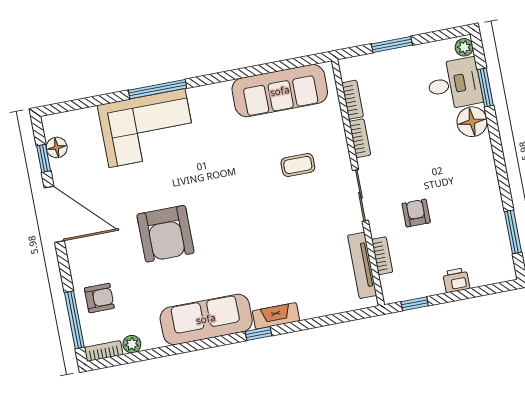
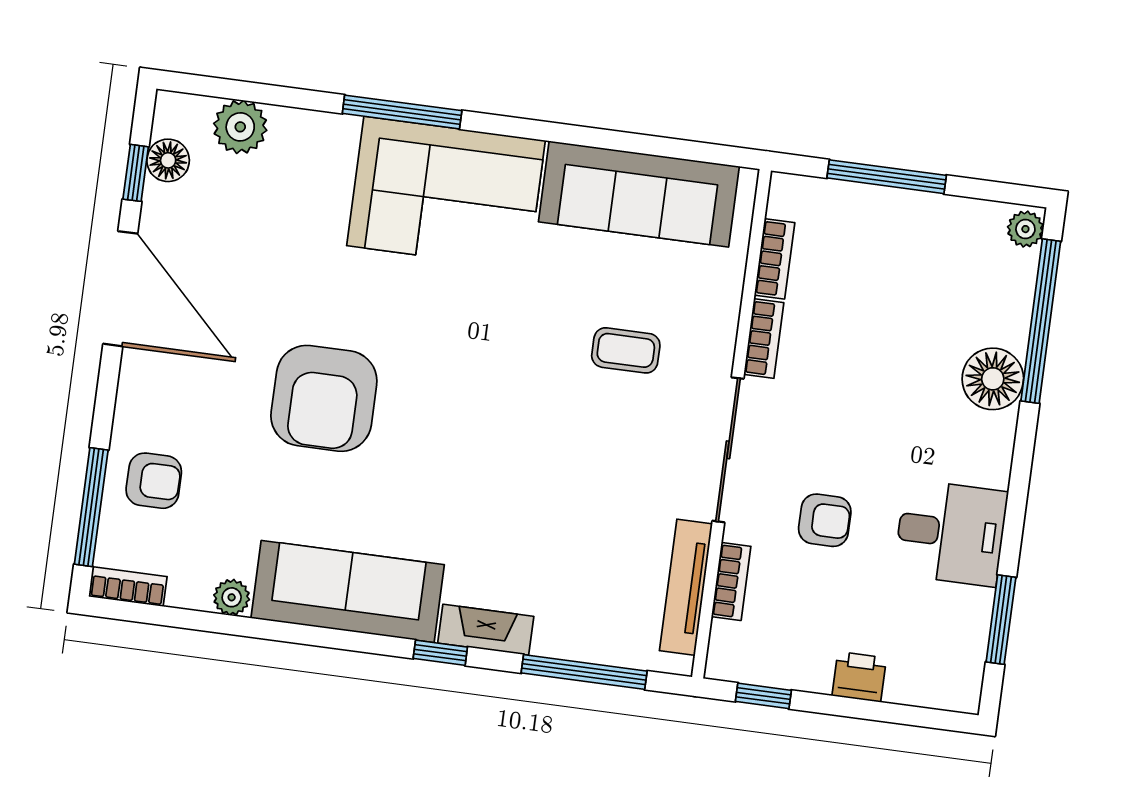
window: (392, 44) -> (887, 177), width x1.44
desk: (454, 84) -> (951, 533), moved
window: (485, 88) -> (1041, 321), width x2.11
plant: (85, 121) -> (240, 127), added
corner sofa: (147, 128) -> (446, 193), moved
sliding door: (360, 195) -> (728, 450), width x1.37
armchair: (416, 213) -> (825, 520), turned 90
window: (328, 320) -> (584, 672), added
plant: (132, 344) -> (232, 597), moved

